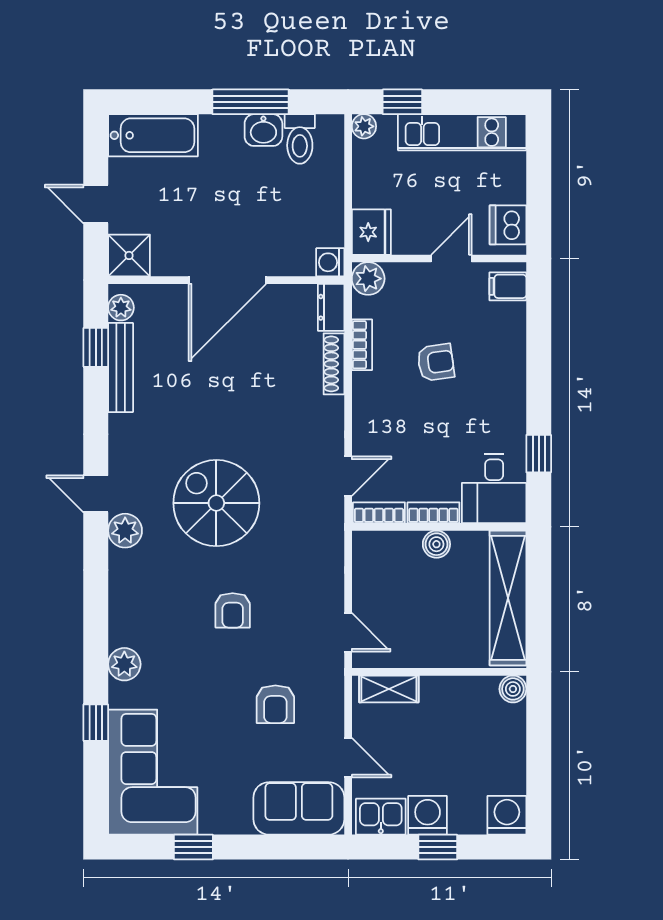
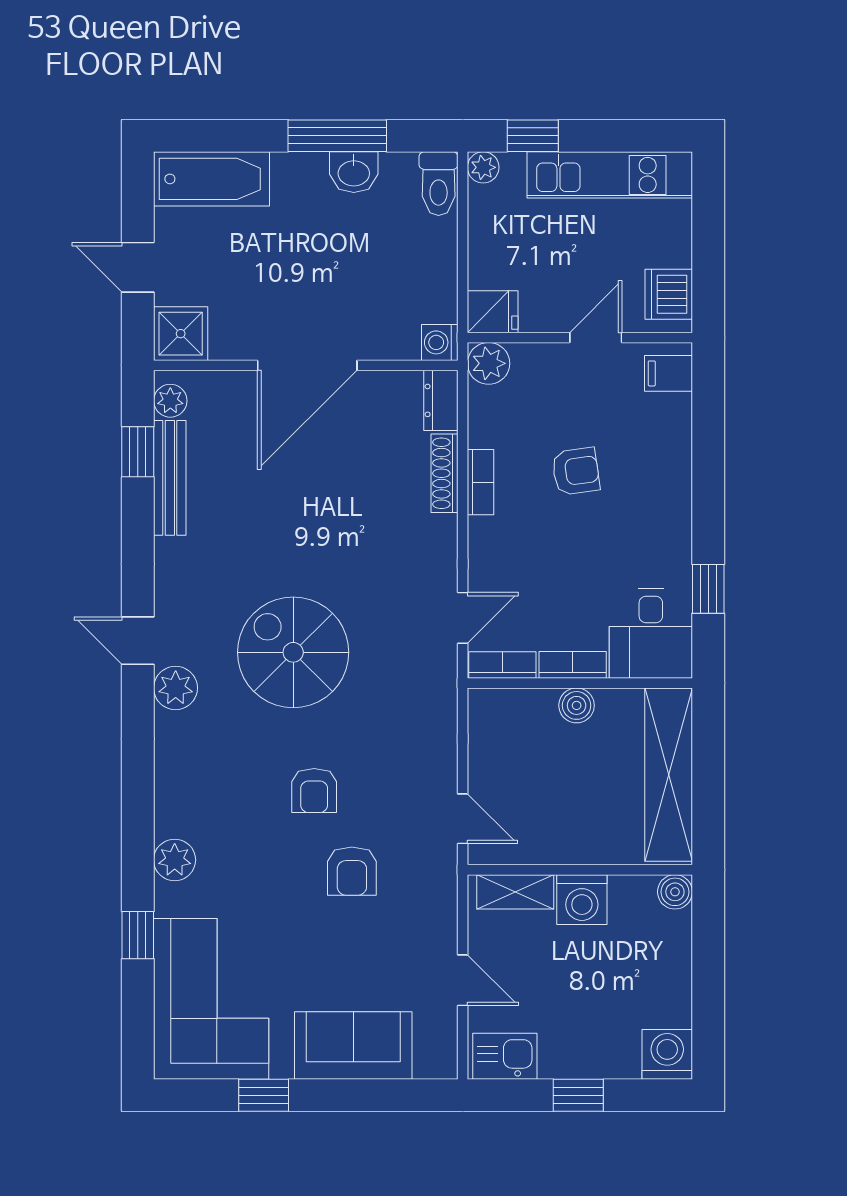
toilet: (300, 139) -> (439, 184), moved
fridge: (371, 232) -> (493, 312), width x0.72
bookcase: (362, 345) -> (481, 482), moved
armchair: (275, 704) -> (352, 871), moved
sofa: (299, 808) -> (353, 1046), moved
washing machine: (428, 815) -> (582, 900), moved, turned 180

